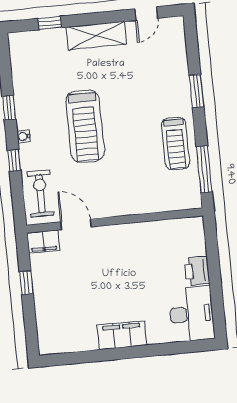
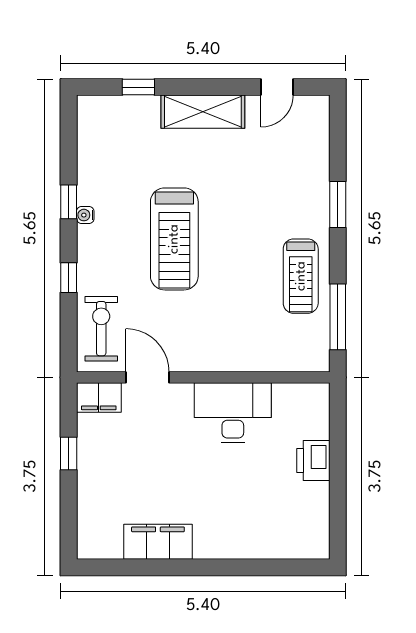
water cooler: (24, 136) -> (85, 215), moved
desk: (192, 314) -> (233, 413), moved, turned -90
filing cabinet: (122, 335) -> (158, 542), moved

